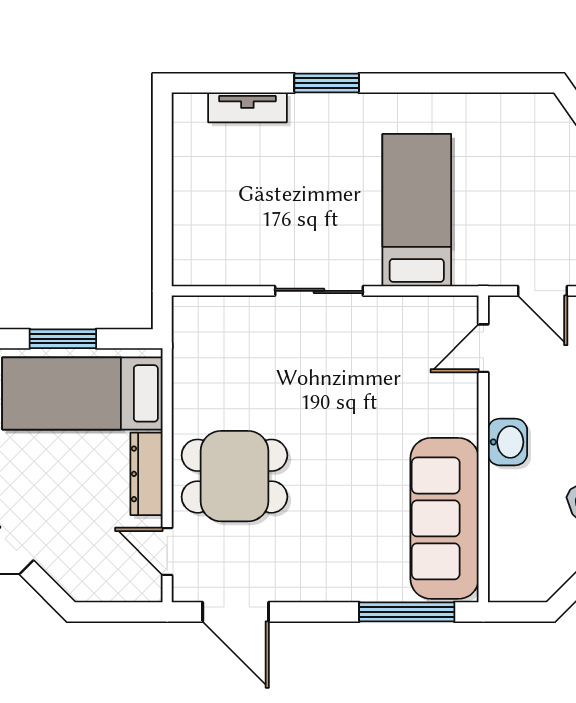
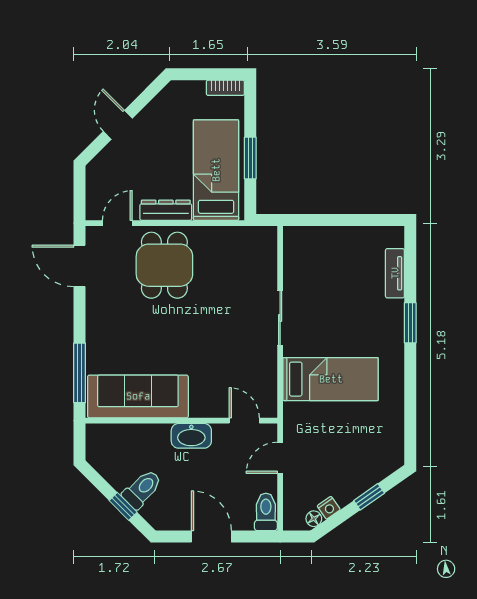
washbasin: (507, 442) -> (191, 436), width x1.38
door: (236, 612) -> (80, 266), hinge flipped

